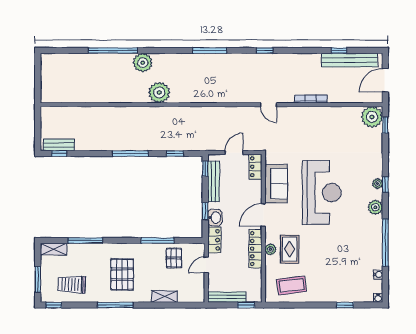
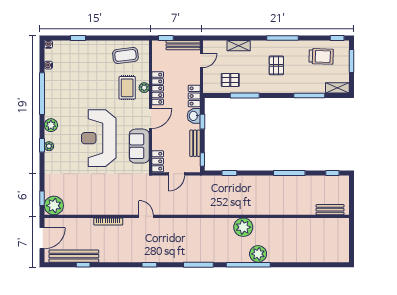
window: (113, 50) -> (248, 265), moved
bench: (59, 145) -> (330, 210), moved
window: (130, 154) -> (289, 173), moved
bench: (214, 181) -> (195, 143), width x0.73
pallet: (174, 258) -> (230, 80), turned 90
door: (206, 265) -> (201, 60), moved
pallet: (122, 274) -> (276, 65), width x0.67, depth x0.71

